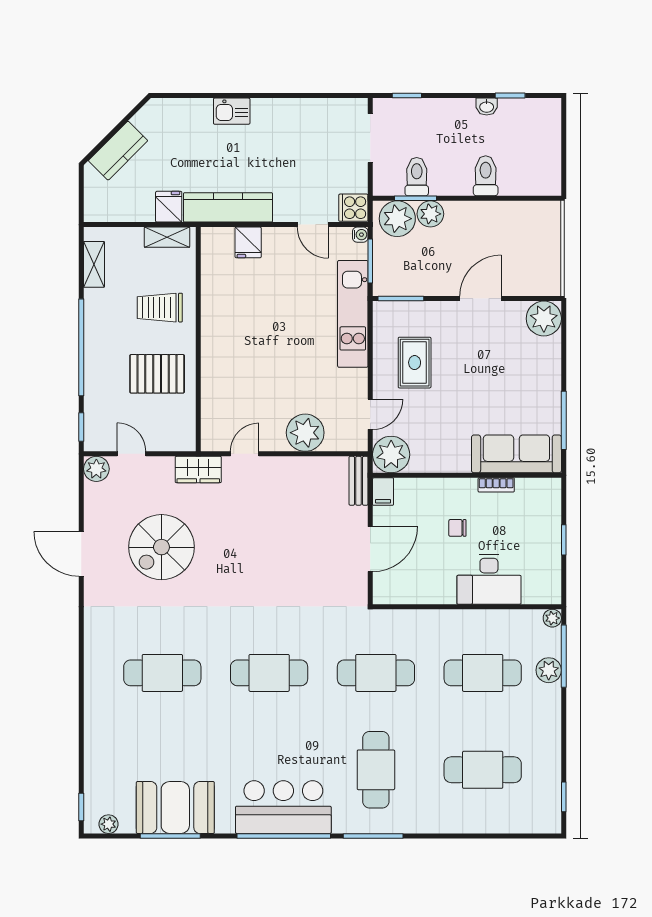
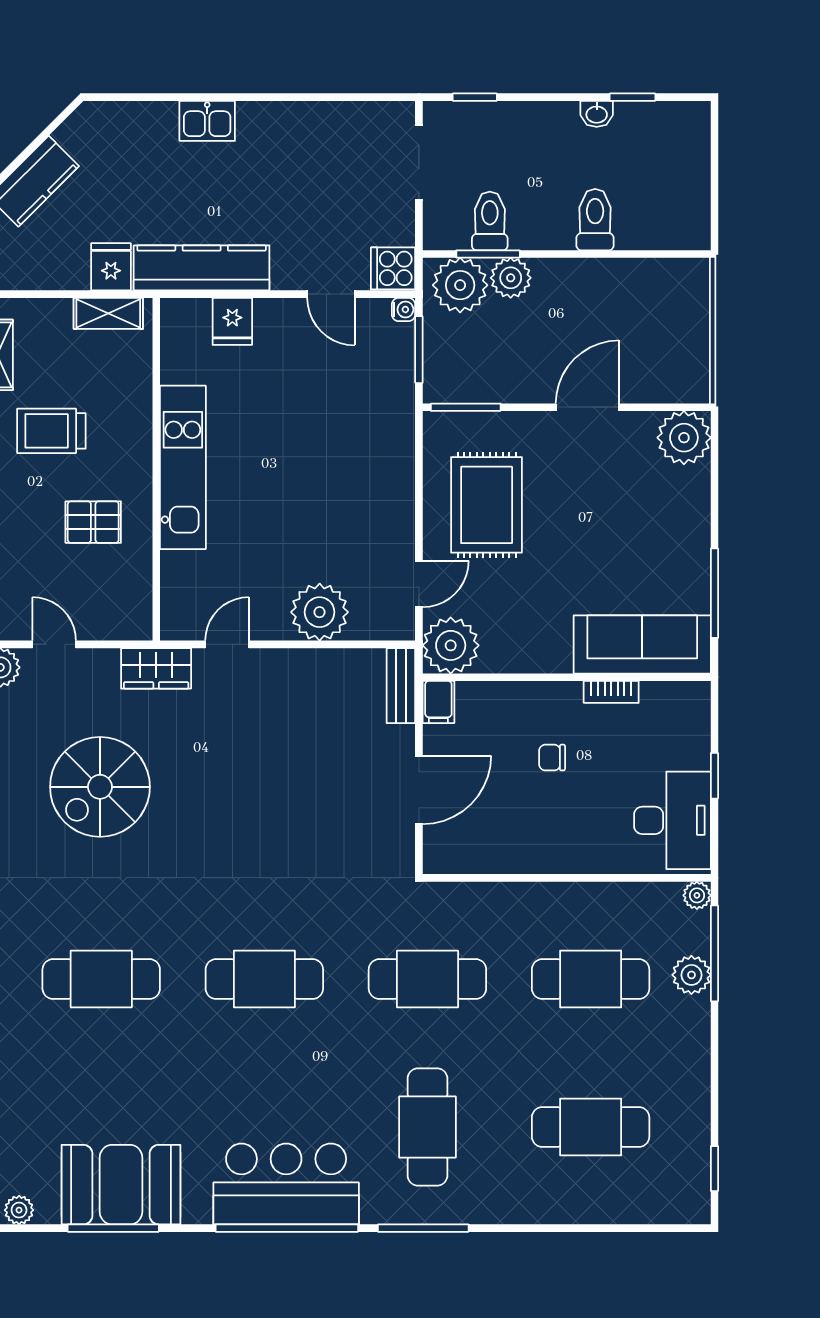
trolley: (160, 308) -> (51, 431), moved
kitchen unit: (353, 314) -> (183, 467), moved, turned 180
rug: (415, 363) -> (487, 505), width x1.36, depth x1.43
pallet: (157, 374) -> (93, 522), width x0.67, depth x0.71
desk: (489, 579) -> (672, 820), moved, turned -90

